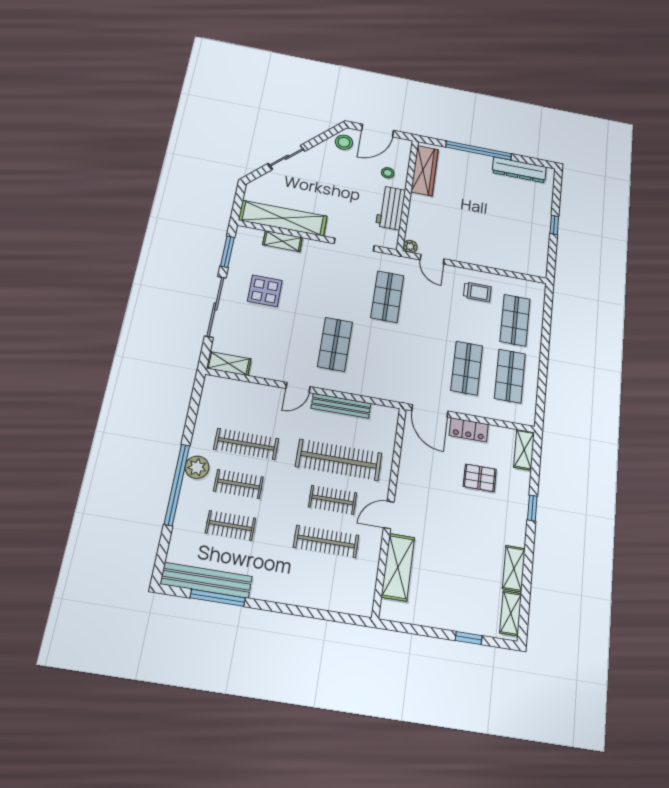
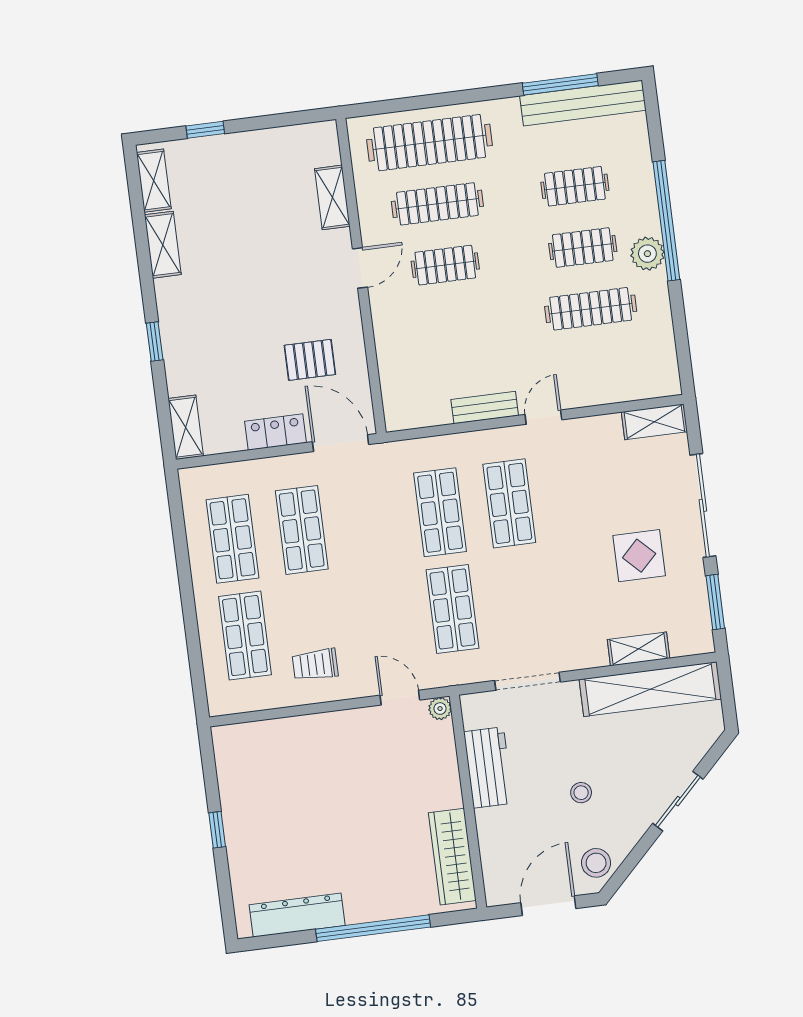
stool: (388, 173) -> (581, 793), moved
shop shelf: (379, 352) -> (440, 512), added
bench: (341, 406) -> (485, 408), width x0.73
clothes rail: (339, 460) -> (430, 143), moved
pallet: (480, 478) -> (310, 360), moved
shelving: (398, 567) -> (332, 197), width x0.67, depth x0.75

